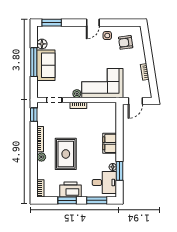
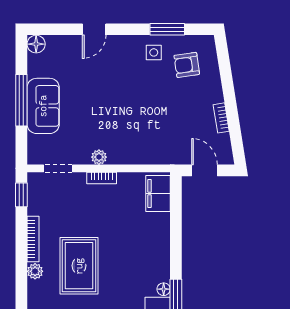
window: (52, 23) -> (167, 29), moved
door: (93, 23) -> (94, 29), moved
floor lamp: (42, 44) -> (36, 44), moved
corner sofa: (102, 83) -> (145, 138), removed
door: (135, 101) -> (204, 170), swing flipped
filing cabinet: (110, 143) -> (158, 193), moved

